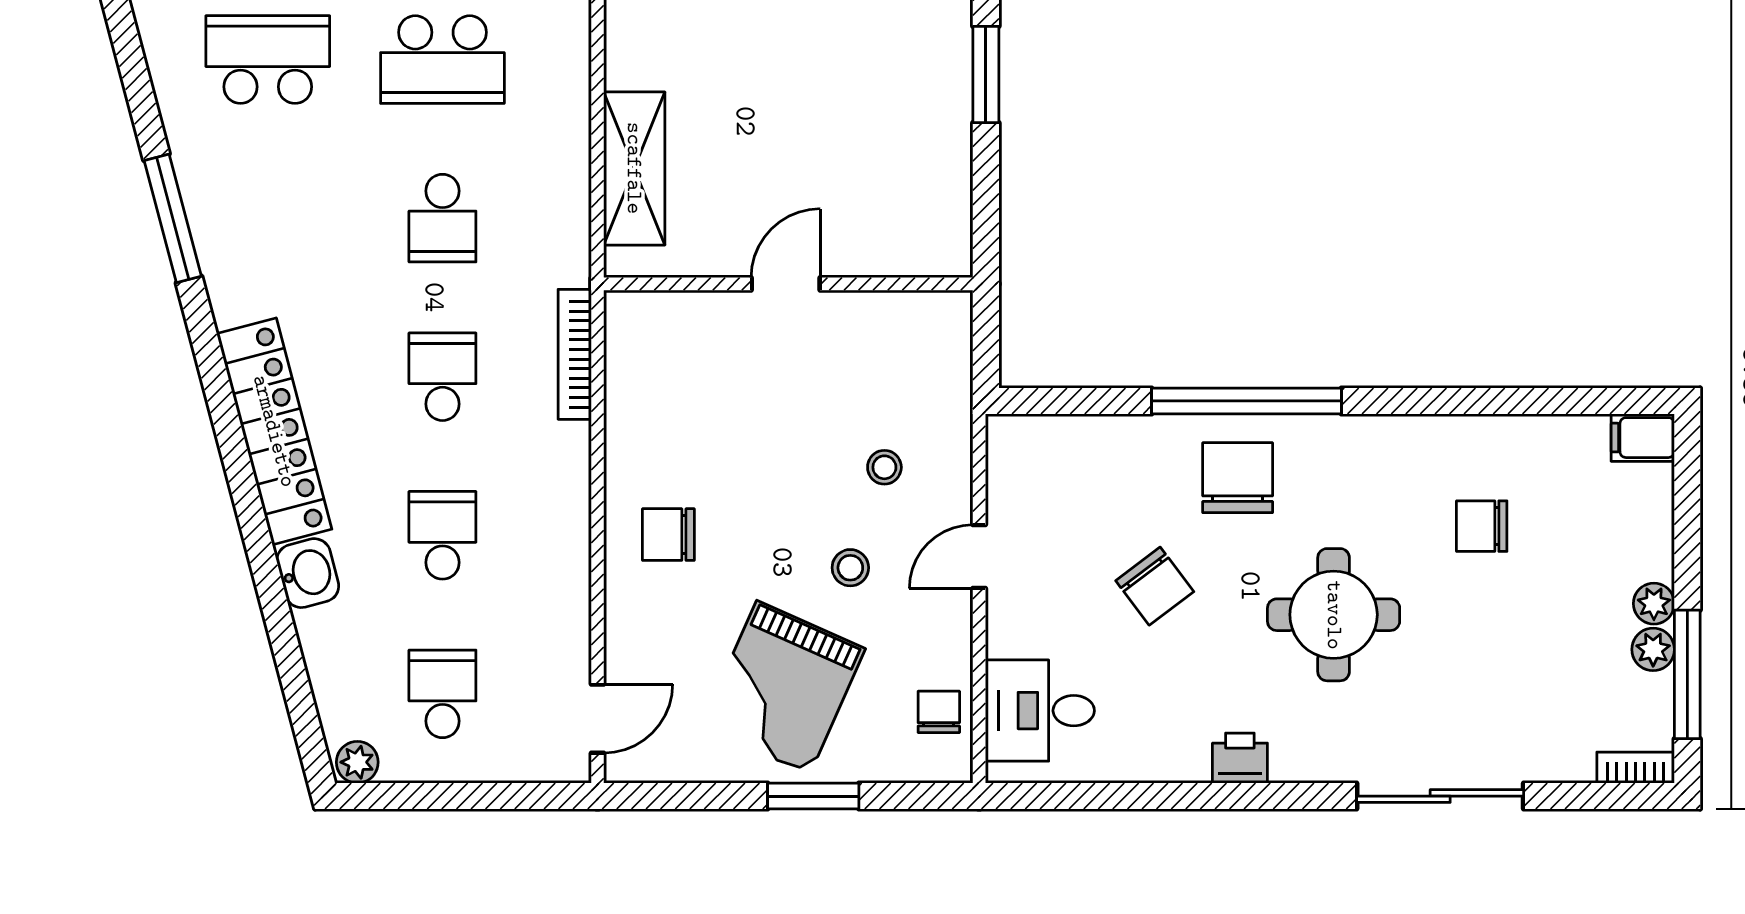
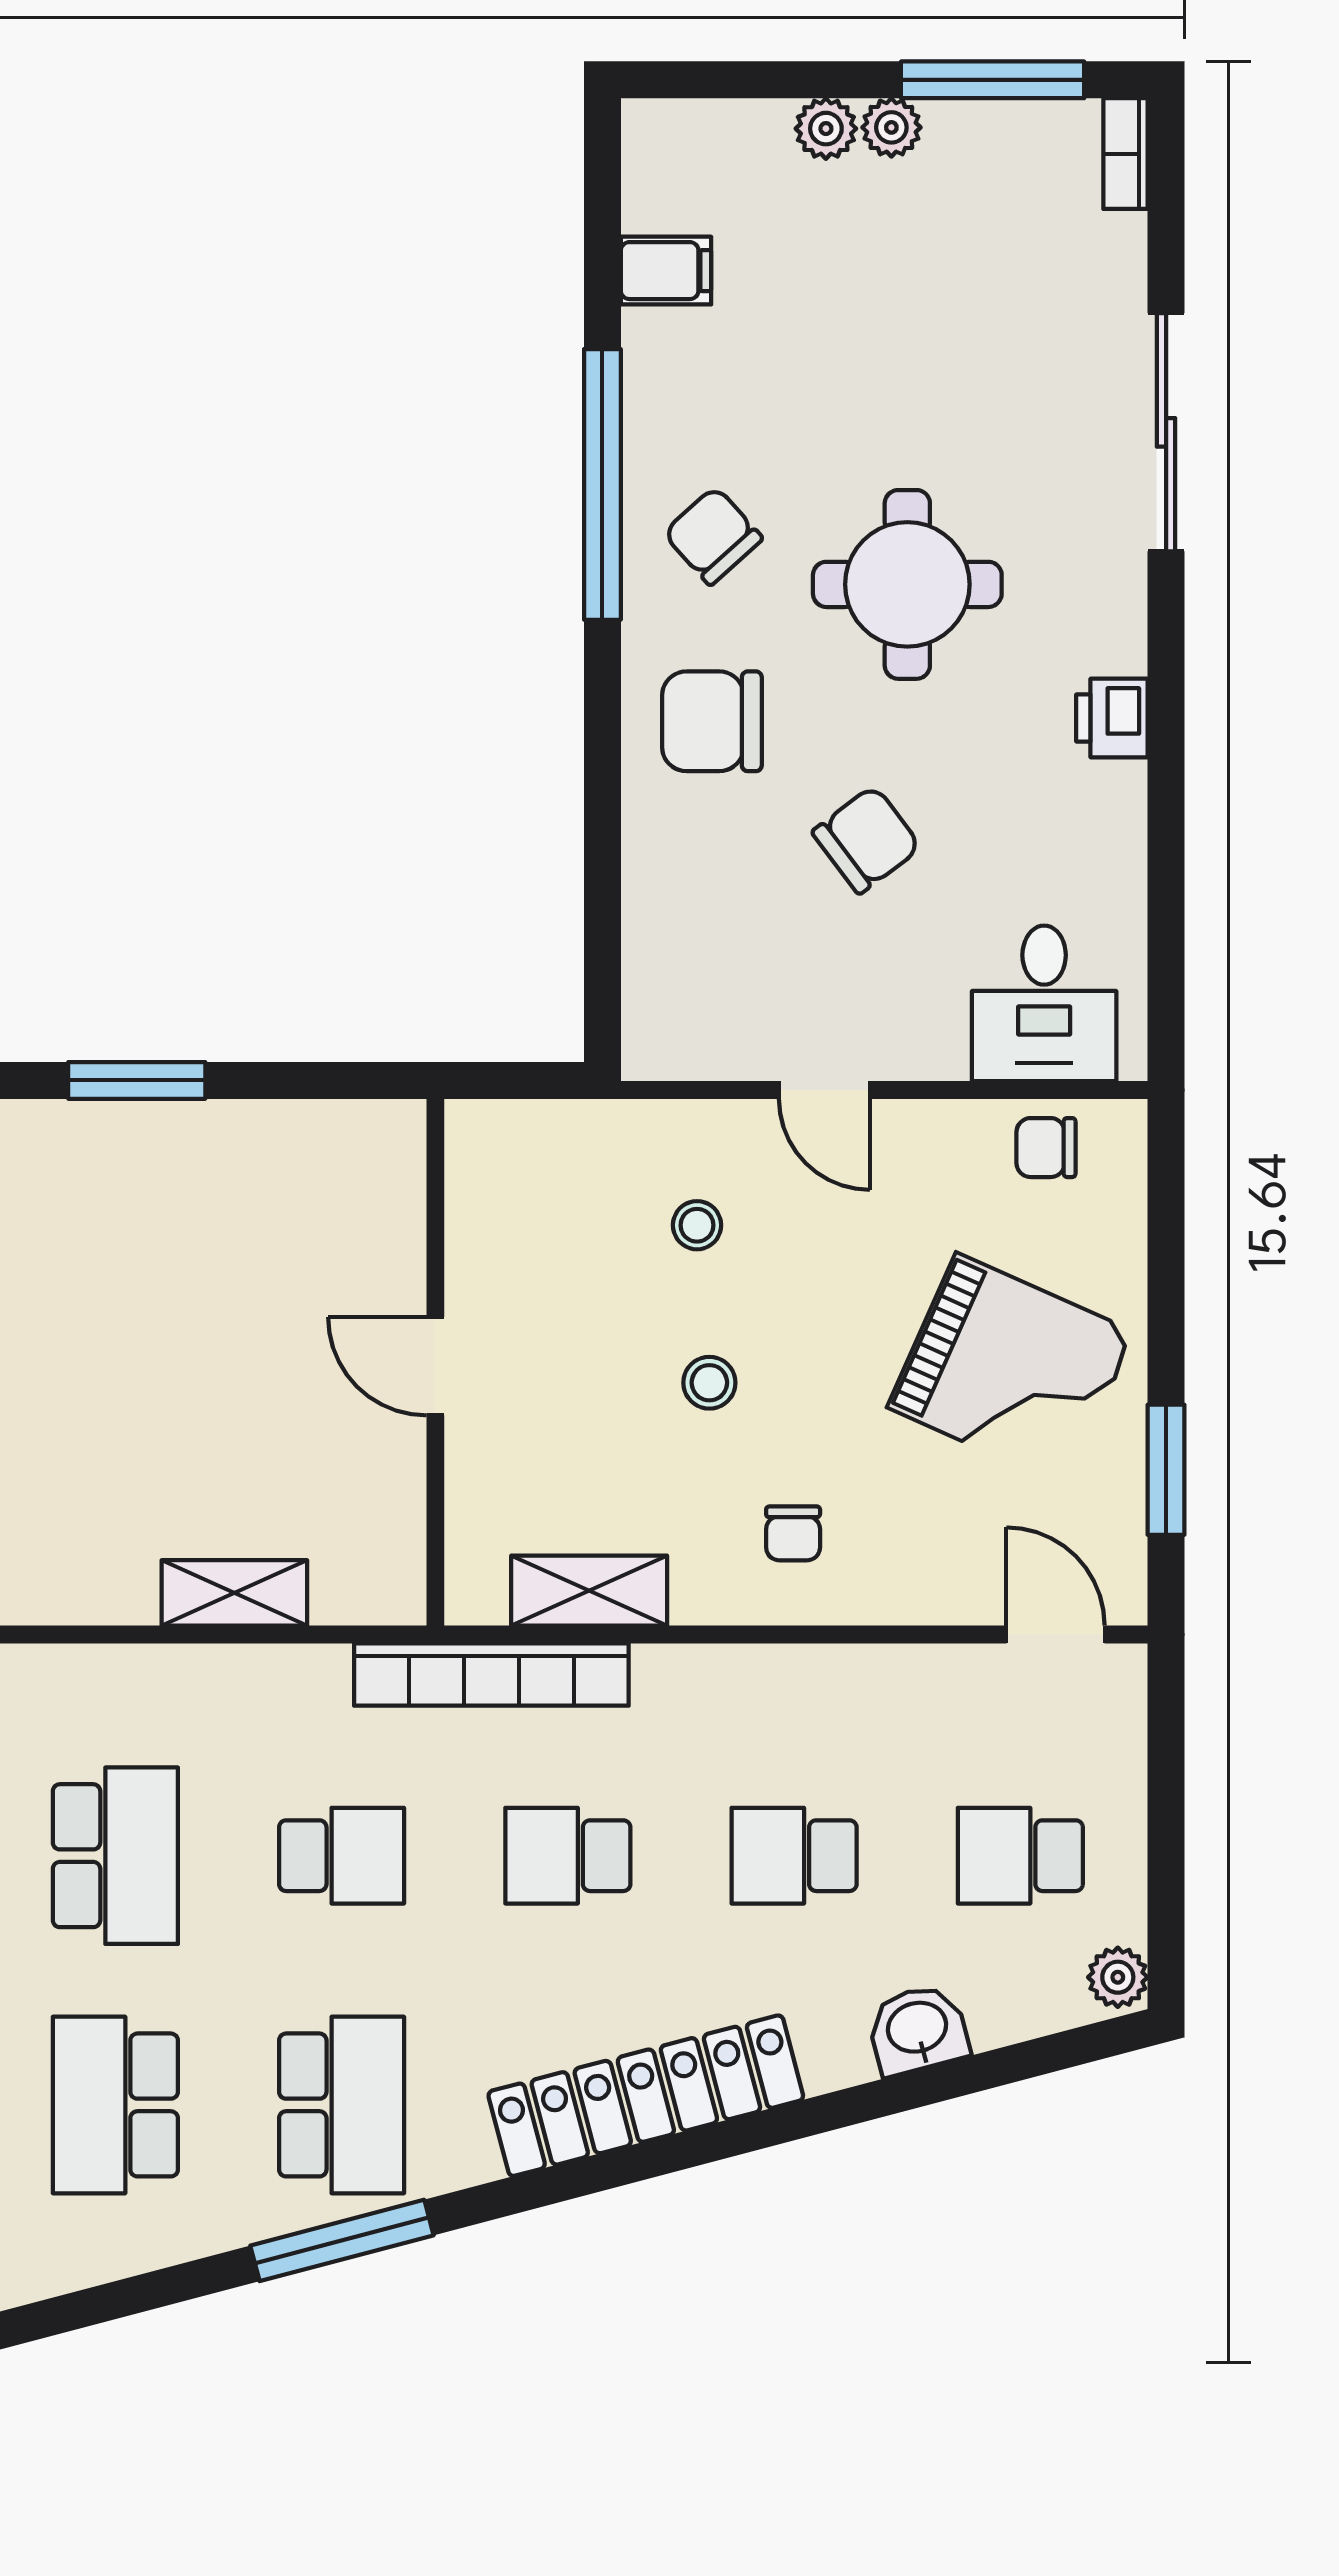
shelving: (634, 168) -> (234, 1593), width x0.67, depth x0.75
school desk: (268, 218) -> (342, 2105), added
bookcase: (575, 354) -> (491, 1675), width x1.48, depth x1.31
shelving: (628, 392) -> (589, 1591), added
window: (1247, 401) -> (602, 484), moved
filing cabinet: (1643, 438) -> (666, 271), moved, turned -90
chair: (1482, 526) -> (713, 536), moved, turned 138
chair: (668, 535) -> (793, 1533), width x0.73, depth x0.73
stool: (850, 568) -> (709, 1383), moved
washbasin: (308, 573) -> (918, 2029), moved
plant: (1653, 649) -> (826, 129), moved
window: (813, 796) -> (1166, 1470), moved

